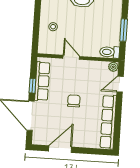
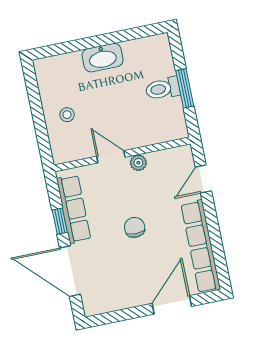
toilet: (110, 52) -> (163, 89), moved
plant: (113, 67) -> (138, 163), moved
door: (60, 149) -> (172, 305), moved

